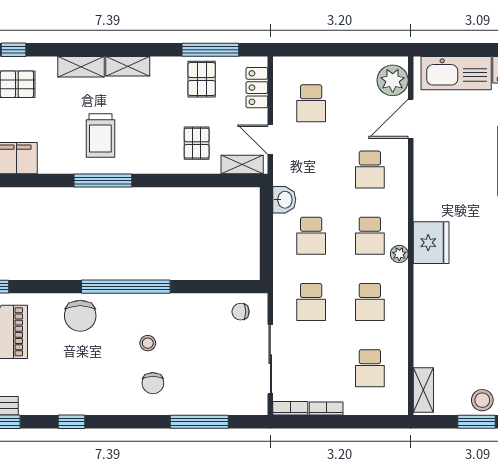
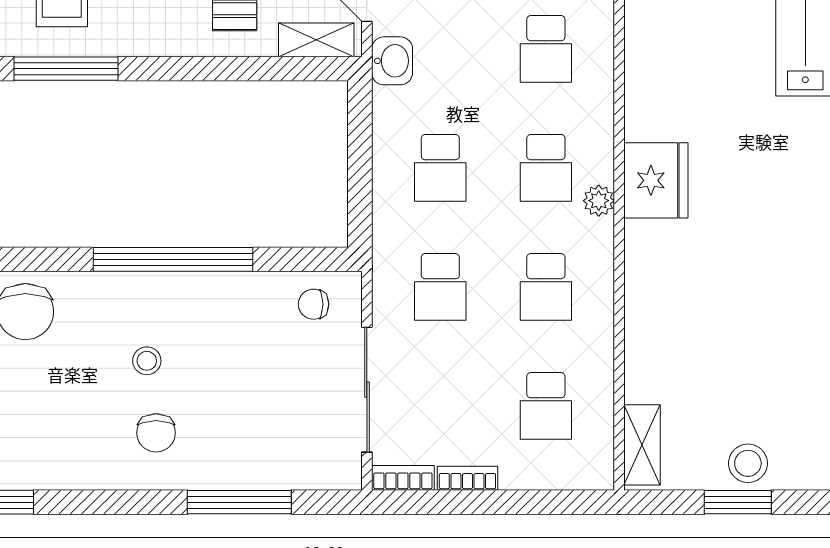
washbasin: (284, 200) -> (392, 61), moved
window: (126, 287) -> (173, 259), moved

